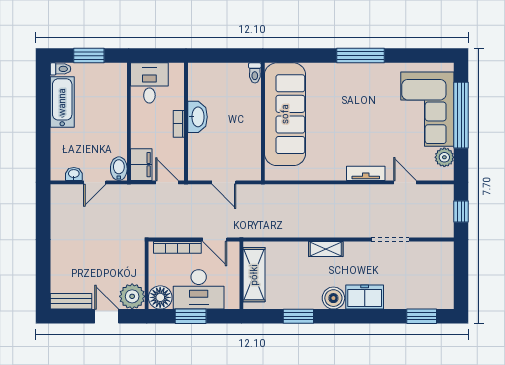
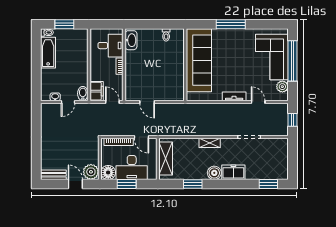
desk: (149, 83) -> (110, 46), moved, turned 90
sofa: (285, 114) -> (199, 60), moved
washbasin: (197, 117) -> (131, 40), moved
wall: (263, 122) -> (185, 65), moved

